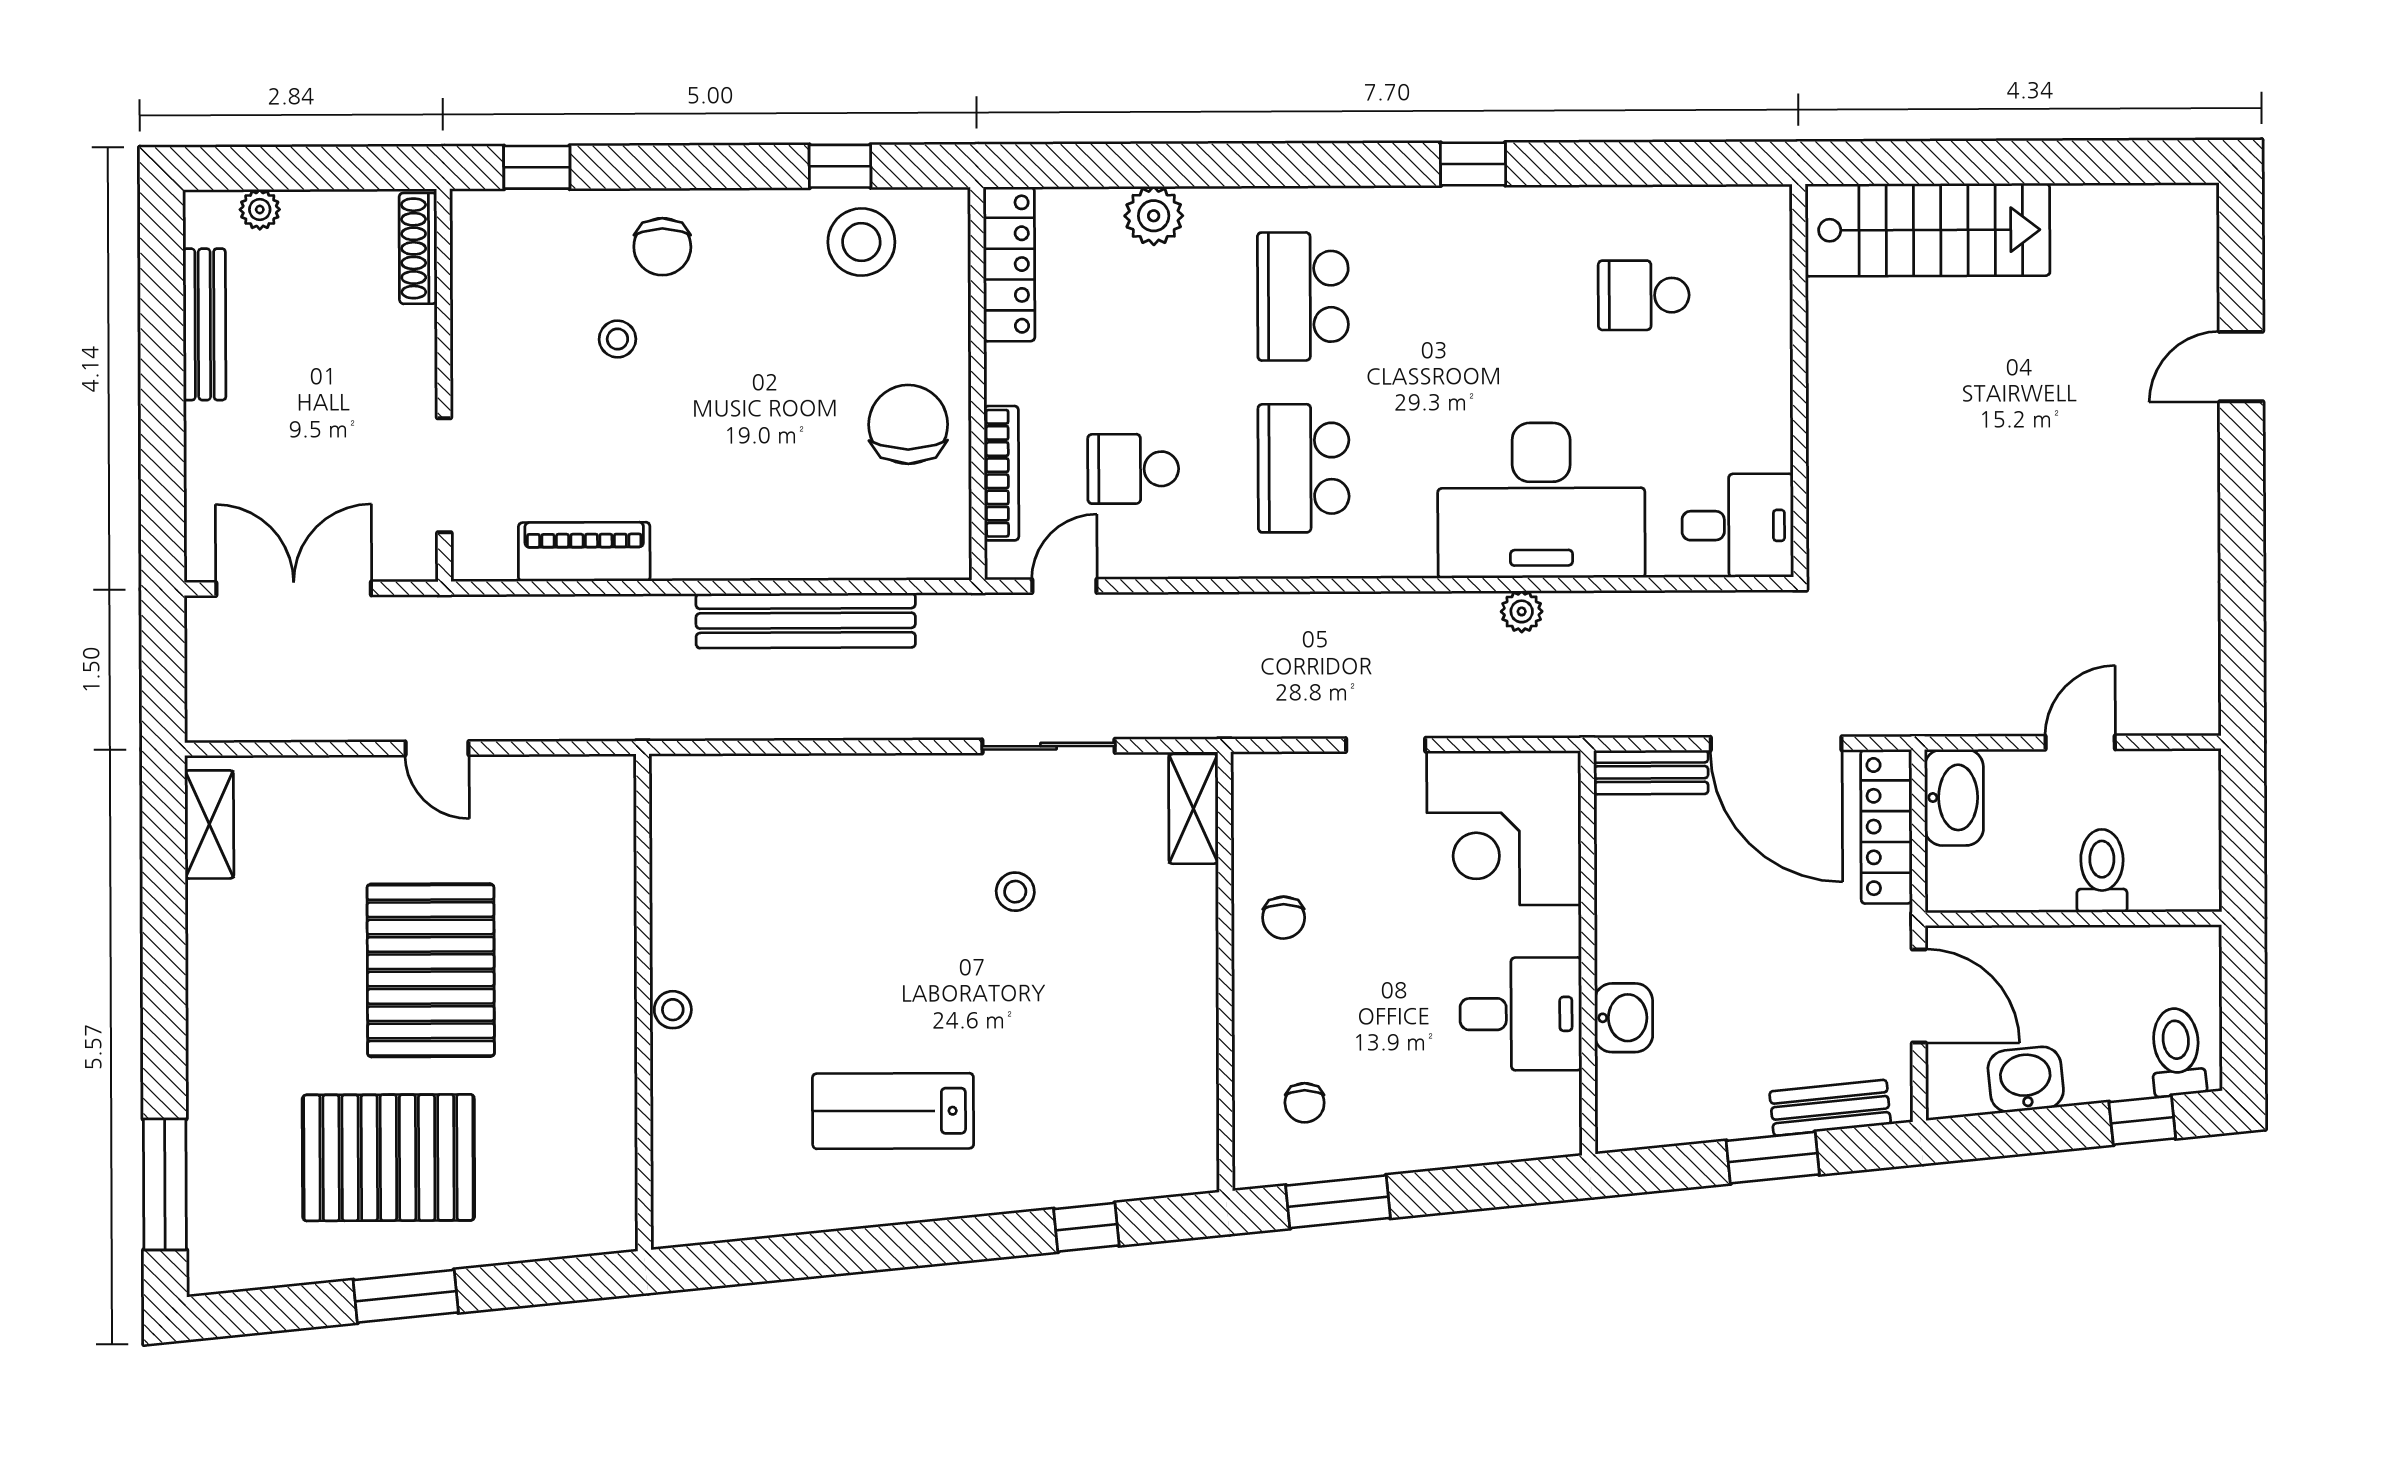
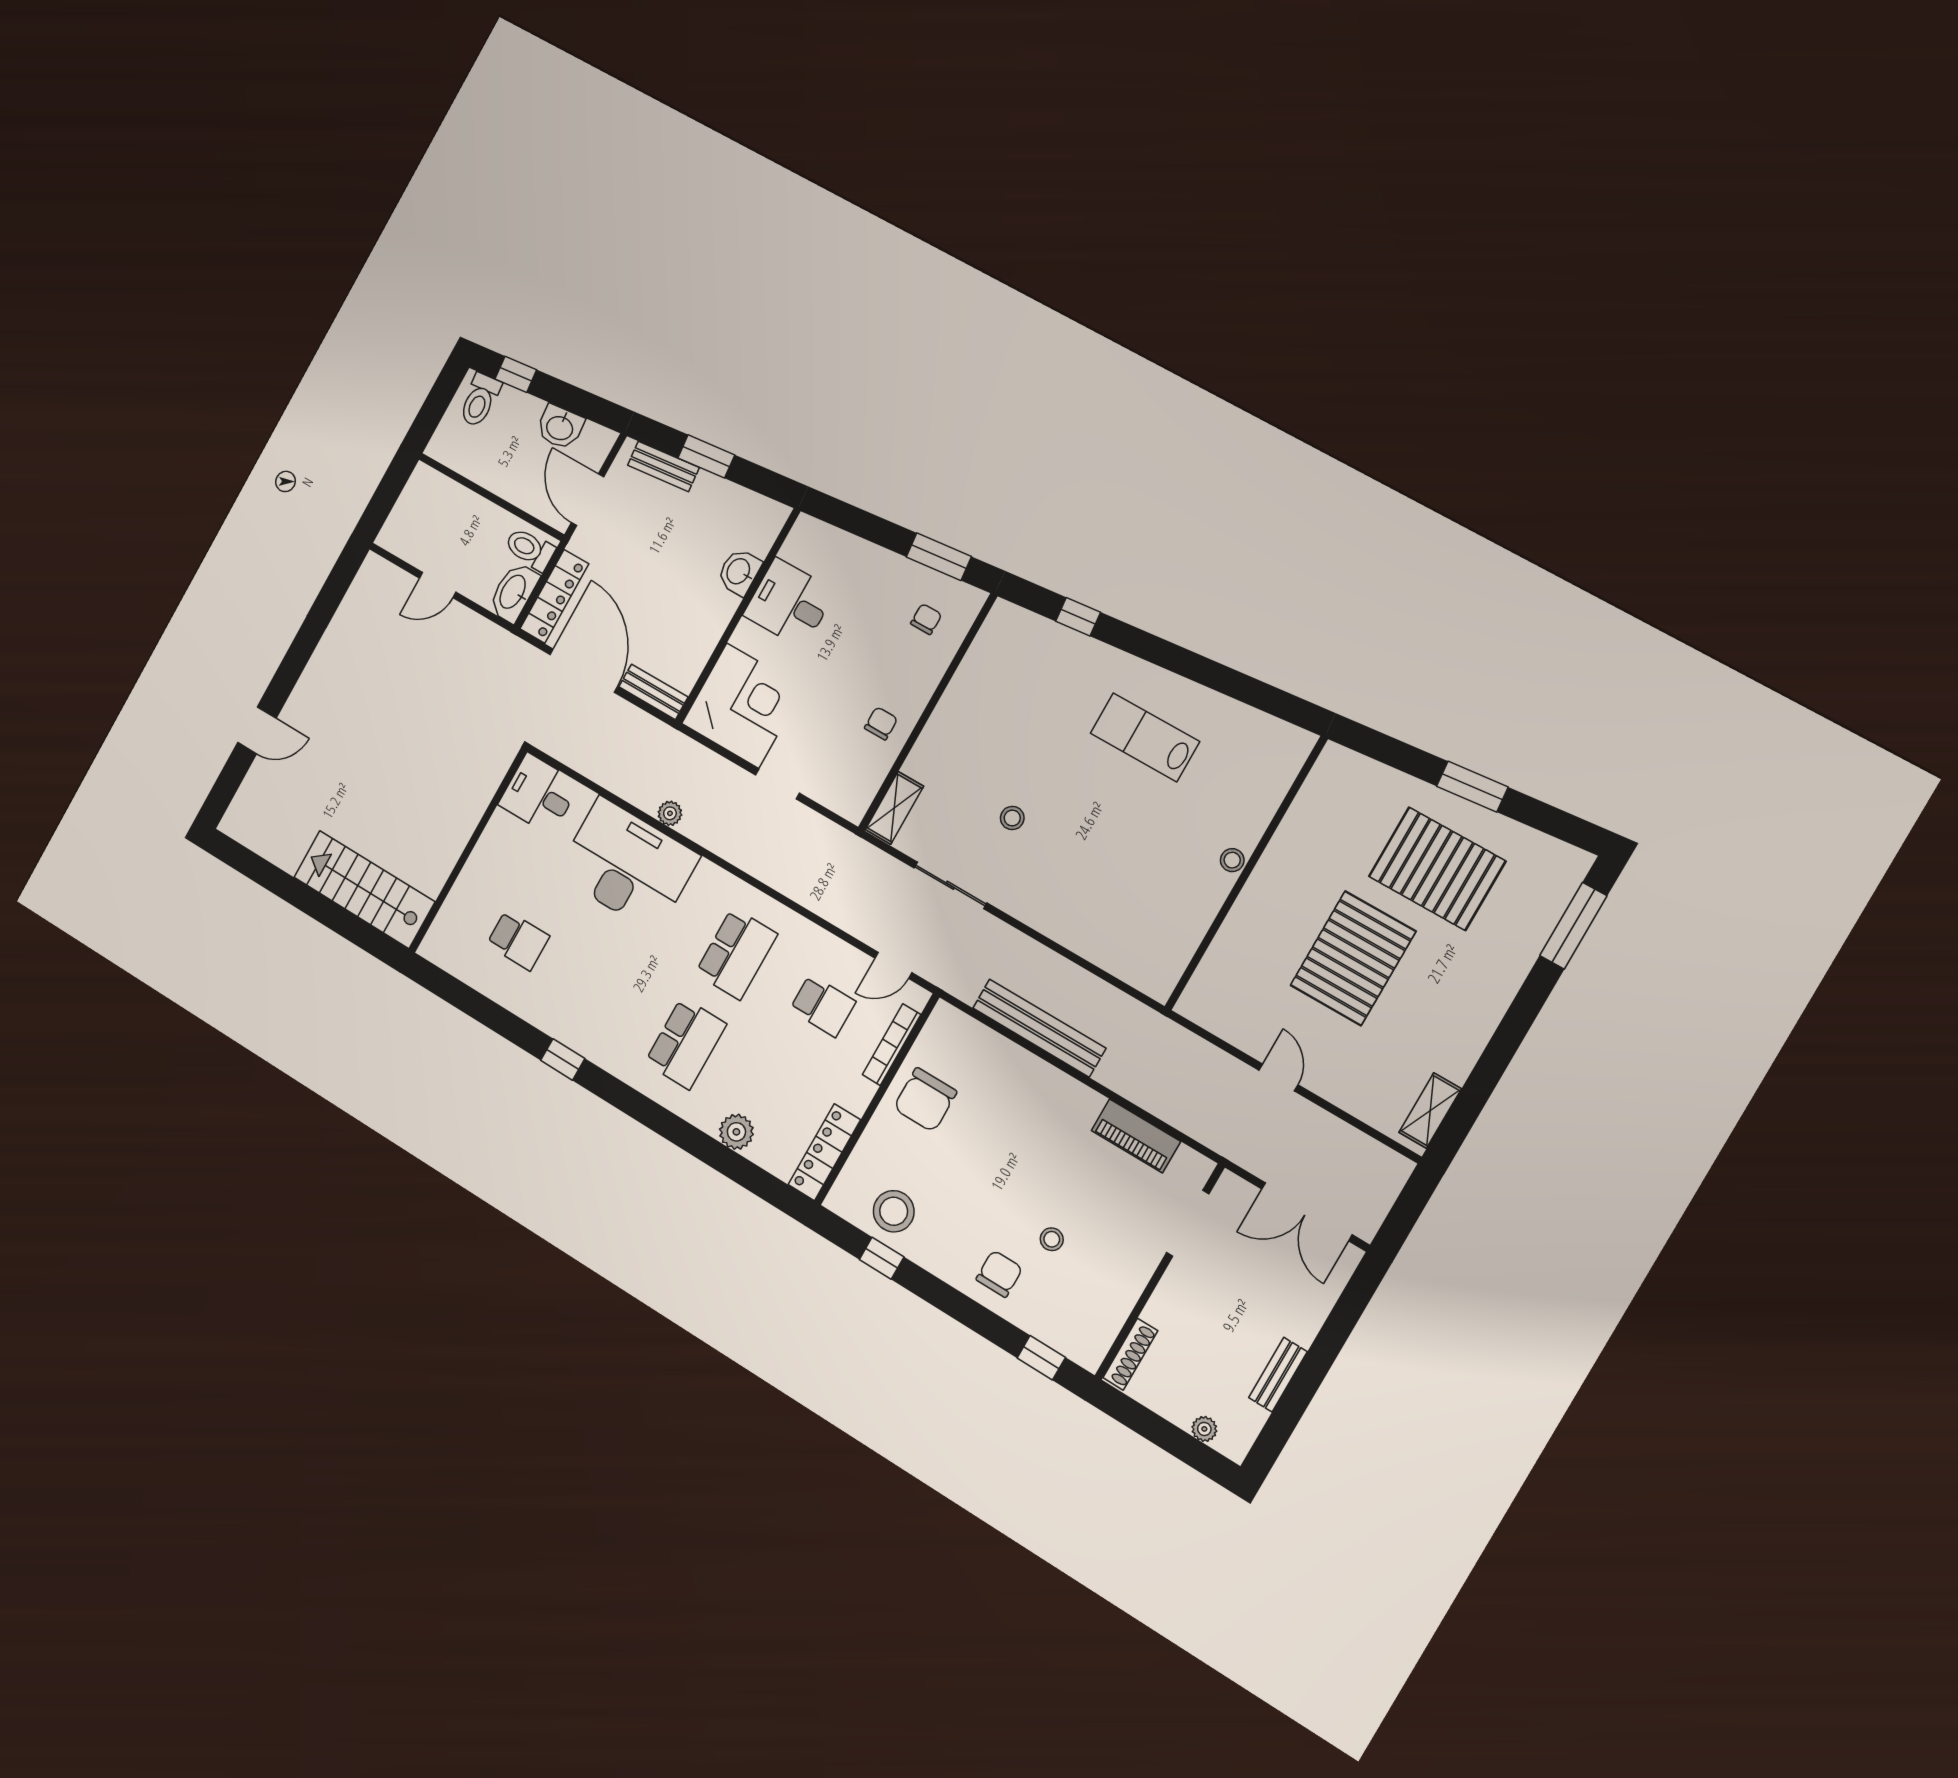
bench: (204, 324) -> (1278, 1375), width x0.73
toilet: (2102, 871) -> (530, 549), moved, turned 90
lab bench: (893, 1111) -> (1145, 737), turned 180

